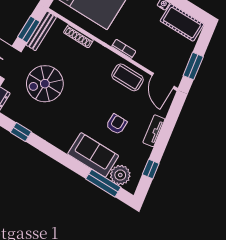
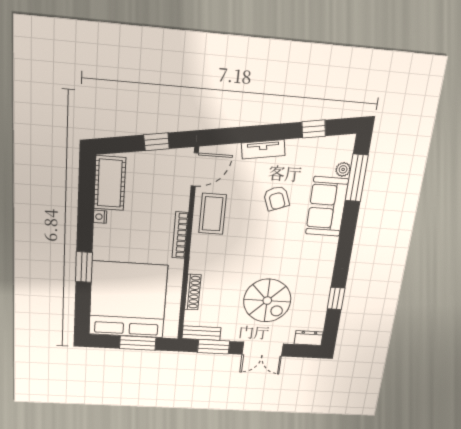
bench: (41, 31) -> (201, 333), width x0.73
bookcase: (124, 49) -> (180, 235), width x1.56
window: (193, 66) -> (157, 142), width x0.67
armchair: (117, 124) -> (276, 198), turned -111
plant: (120, 175) -> (343, 169), width x0.53, depth x0.53

